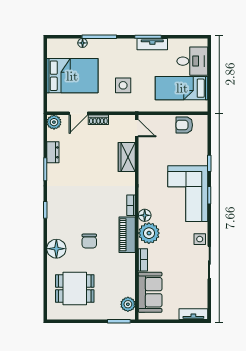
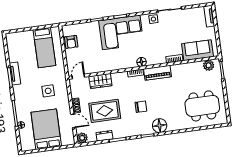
desk: (192, 61) -> (23, 42), removed
rug: (86, 157) -> (105, 111), added
plant: (149, 233) -> (154, 57), removed
chair: (89, 241) -> (141, 107), moved
floor lamp: (56, 249) -> (160, 126), moved
dining table: (75, 288) -> (202, 106), width x1.38

